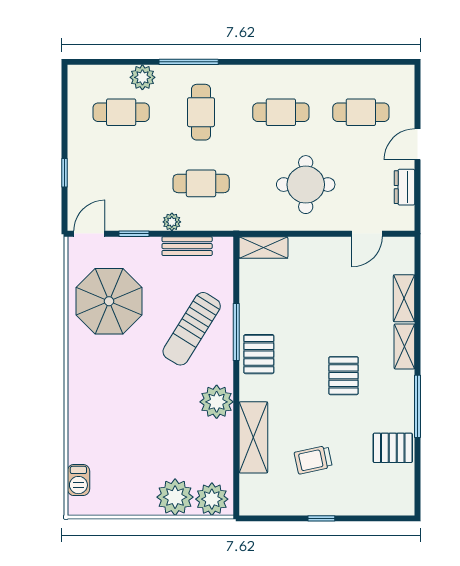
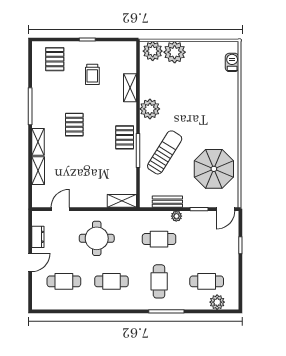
plant: (142, 77) -> (217, 302), moved
shelving: (253, 437) -> (130, 88), width x0.67, depth x0.75
pallet: (393, 448) -> (55, 59), moved, turned 90
trolley: (313, 460) -> (92, 74), turned 102

